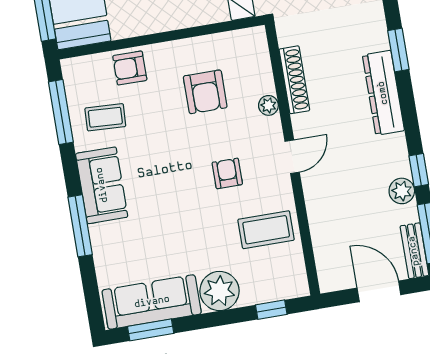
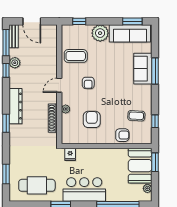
window: (61, 112) -> (155, 121), width x0.46
sofa: (102, 185) -> (143, 69), moved

